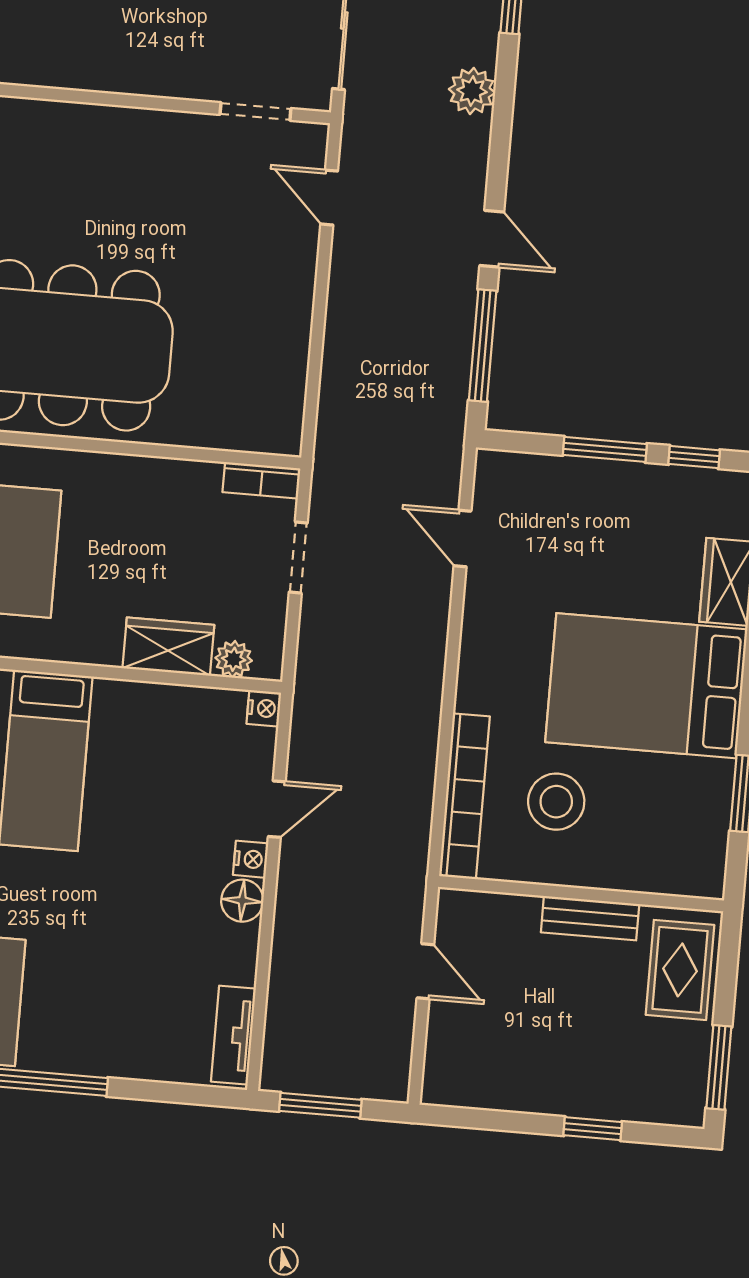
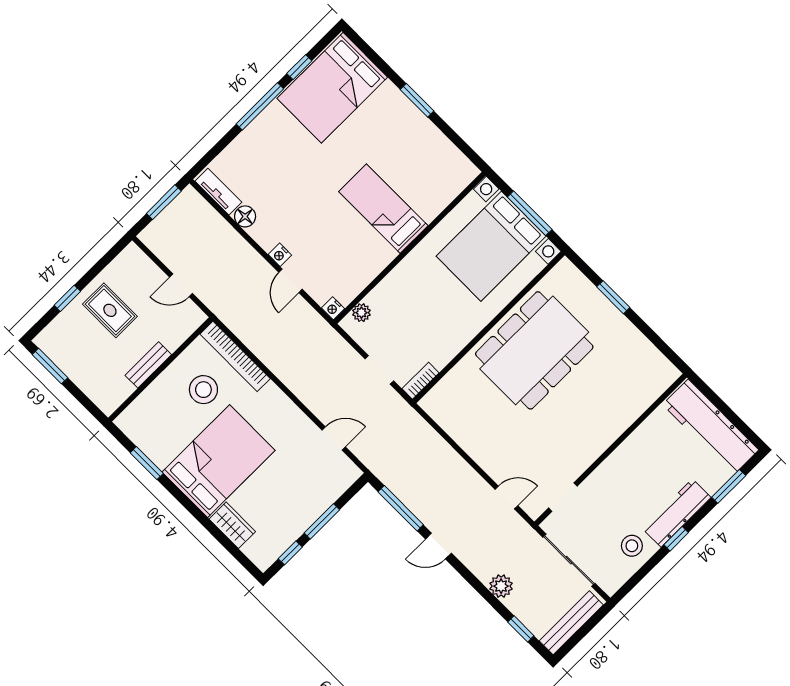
wardrobe: (168, 647) -> (387, 292), removed
floor lamp: (242, 901) -> (245, 216), moved
rug: (680, 970) -> (110, 310), moved

